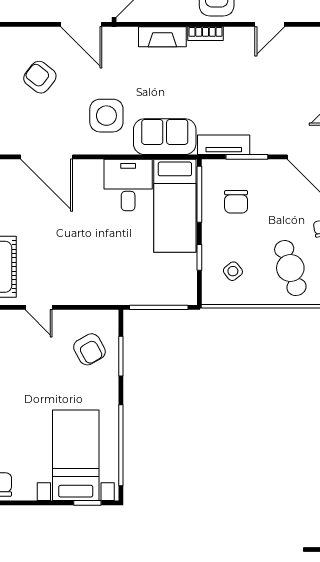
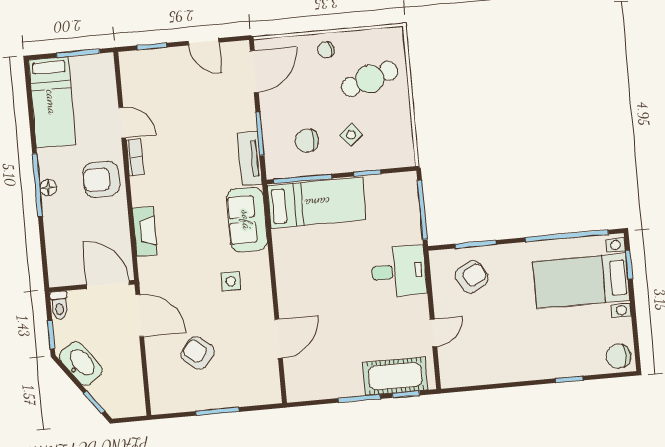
door: (81, 24) -> (140, 315), hinge flipped
bookcase: (206, 34) -> (135, 157), moved
armchair: (40, 77) -> (198, 353), turned 91
side table: (106, 116) -> (231, 281), width x0.54, depth x0.54
door: (47, 157) -> (279, 339), width x0.73
desk: (128, 185) -> (399, 271), moved, turned 180
chair: (236, 202) -> (307, 141), turned 180
side table: (233, 271) -> (351, 135), moved

